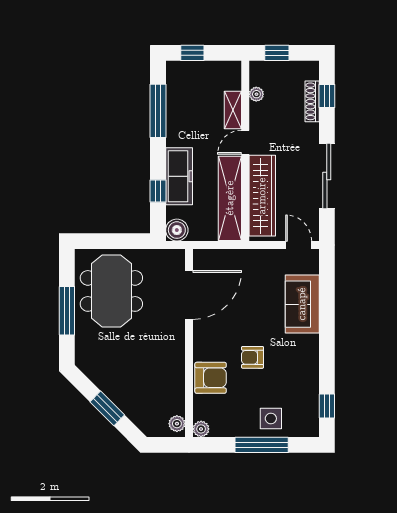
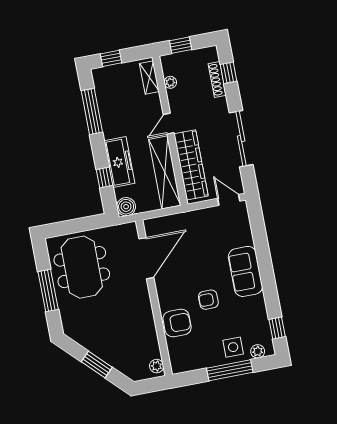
shelving: (233, 110) -> (149, 77), moved
sofa: (302, 304) -> (245, 271), moved
plant: (201, 429) -> (258, 351), moved

